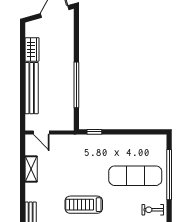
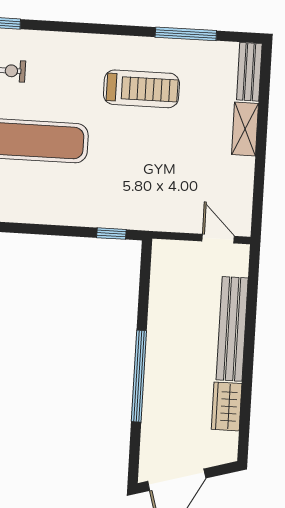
window: (76, 85) -> (139, 376), moved
shelving: (31, 169) -> (245, 129), moved

